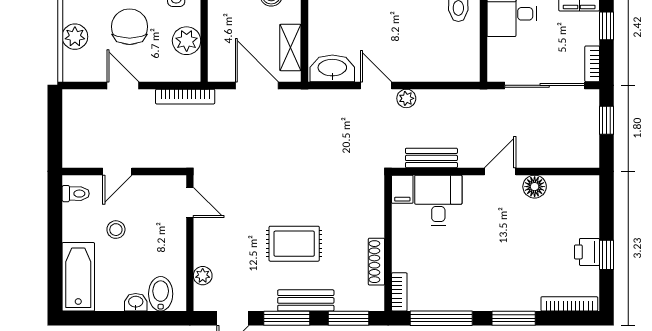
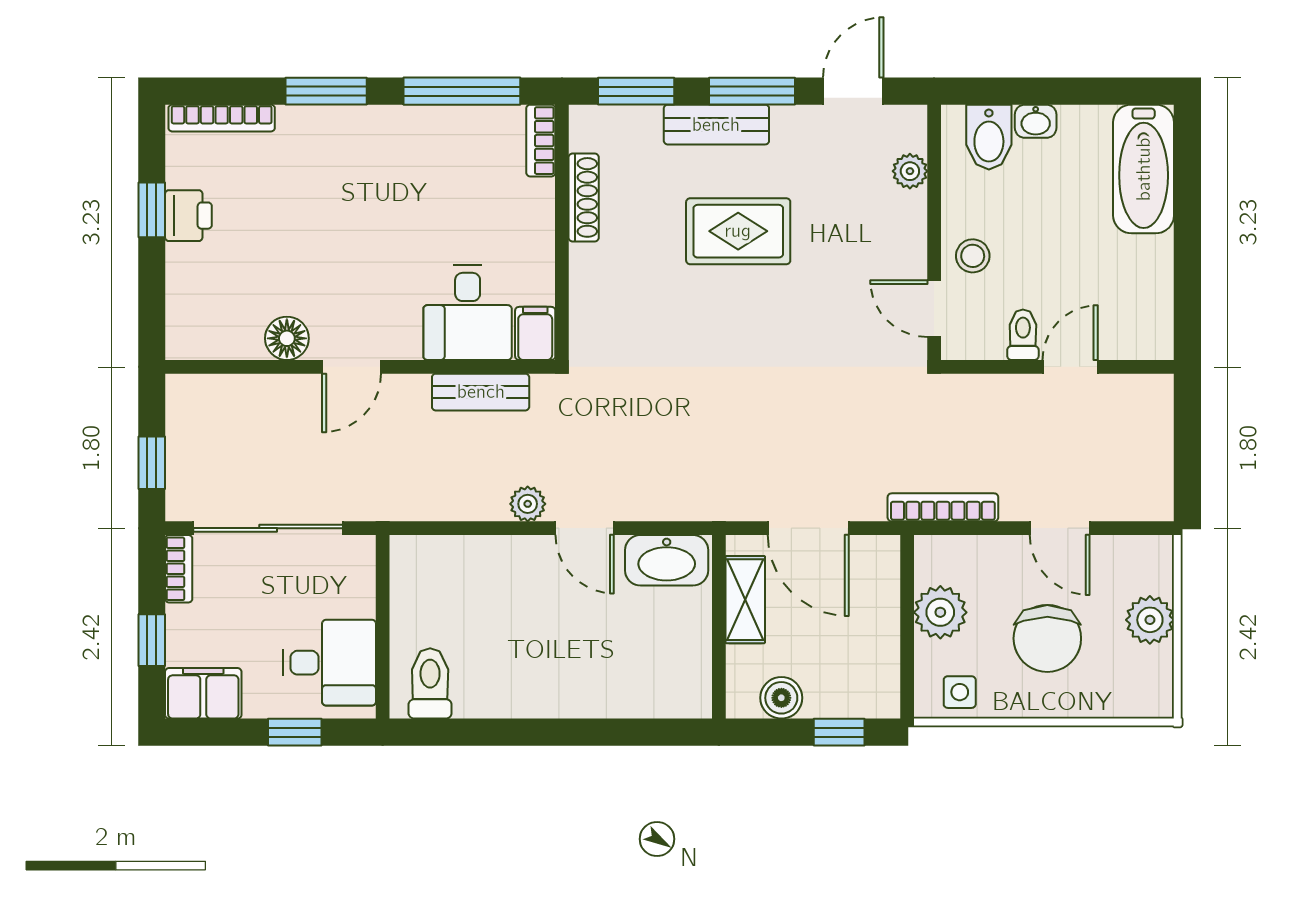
toilet: (76, 194) -> (1023, 335), moved, turned 90
stool: (116, 230) -> (973, 256), moved

